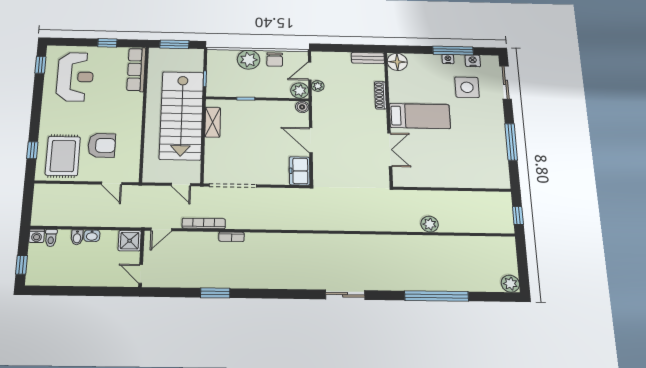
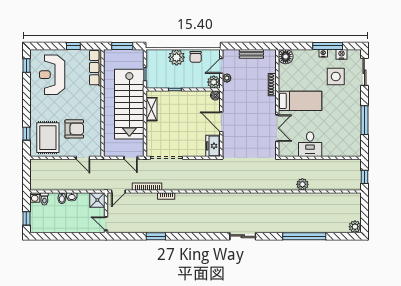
bench: (368, 58) -> (251, 54), moved
reception desk: (75, 77) -> (52, 75), turned 180
desk: (437, 171) -> (310, 144), added

